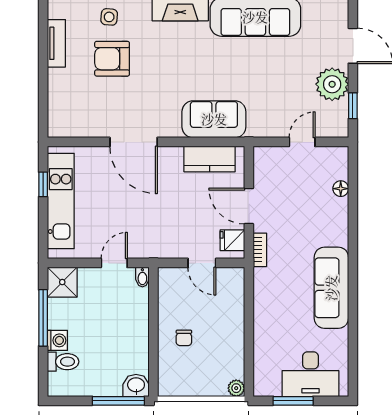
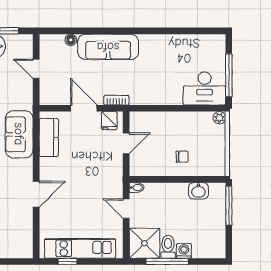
door: (134, 142) -> (36, 194), width x0.73
door: (249, 206) -> (84, 108), swing flipped
shower: (62, 282) -> (144, 243), width x1.36, depth x1.36
sofa: (331, 288) -> (108, 47), moved
toilet: (63, 362) -> (168, 247), moved
desk: (311, 374) -> (205, 89), moved, turned 90
washbasin: (136, 385) -> (198, 191), moved, turned -90
window: (293, 401) -> (229, 75), width x1.44

